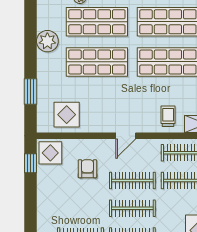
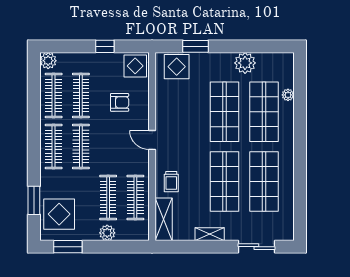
display table: (67, 115) -> (177, 67), moved
trolley: (168, 116) -> (171, 182), turned 90
window: (30, 163) -> (105, 46), moved
clothes rail: (132, 180) -> (81, 96), moved

